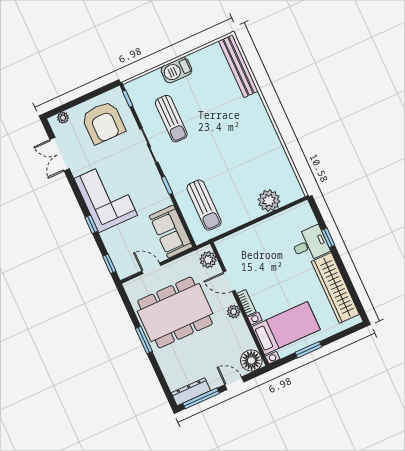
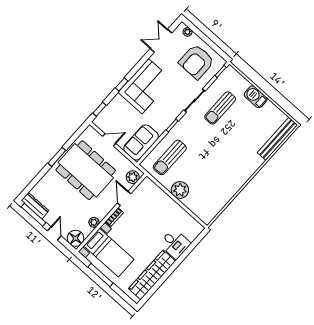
plant: (269, 201) -> (180, 190), moved
window: (328, 238) -> (185, 254), removed
door: (151, 268) -> (109, 140), hinge flipped
plant: (234, 312) -> (94, 222), moved
window: (308, 350) -> (101, 275), width x1.44

